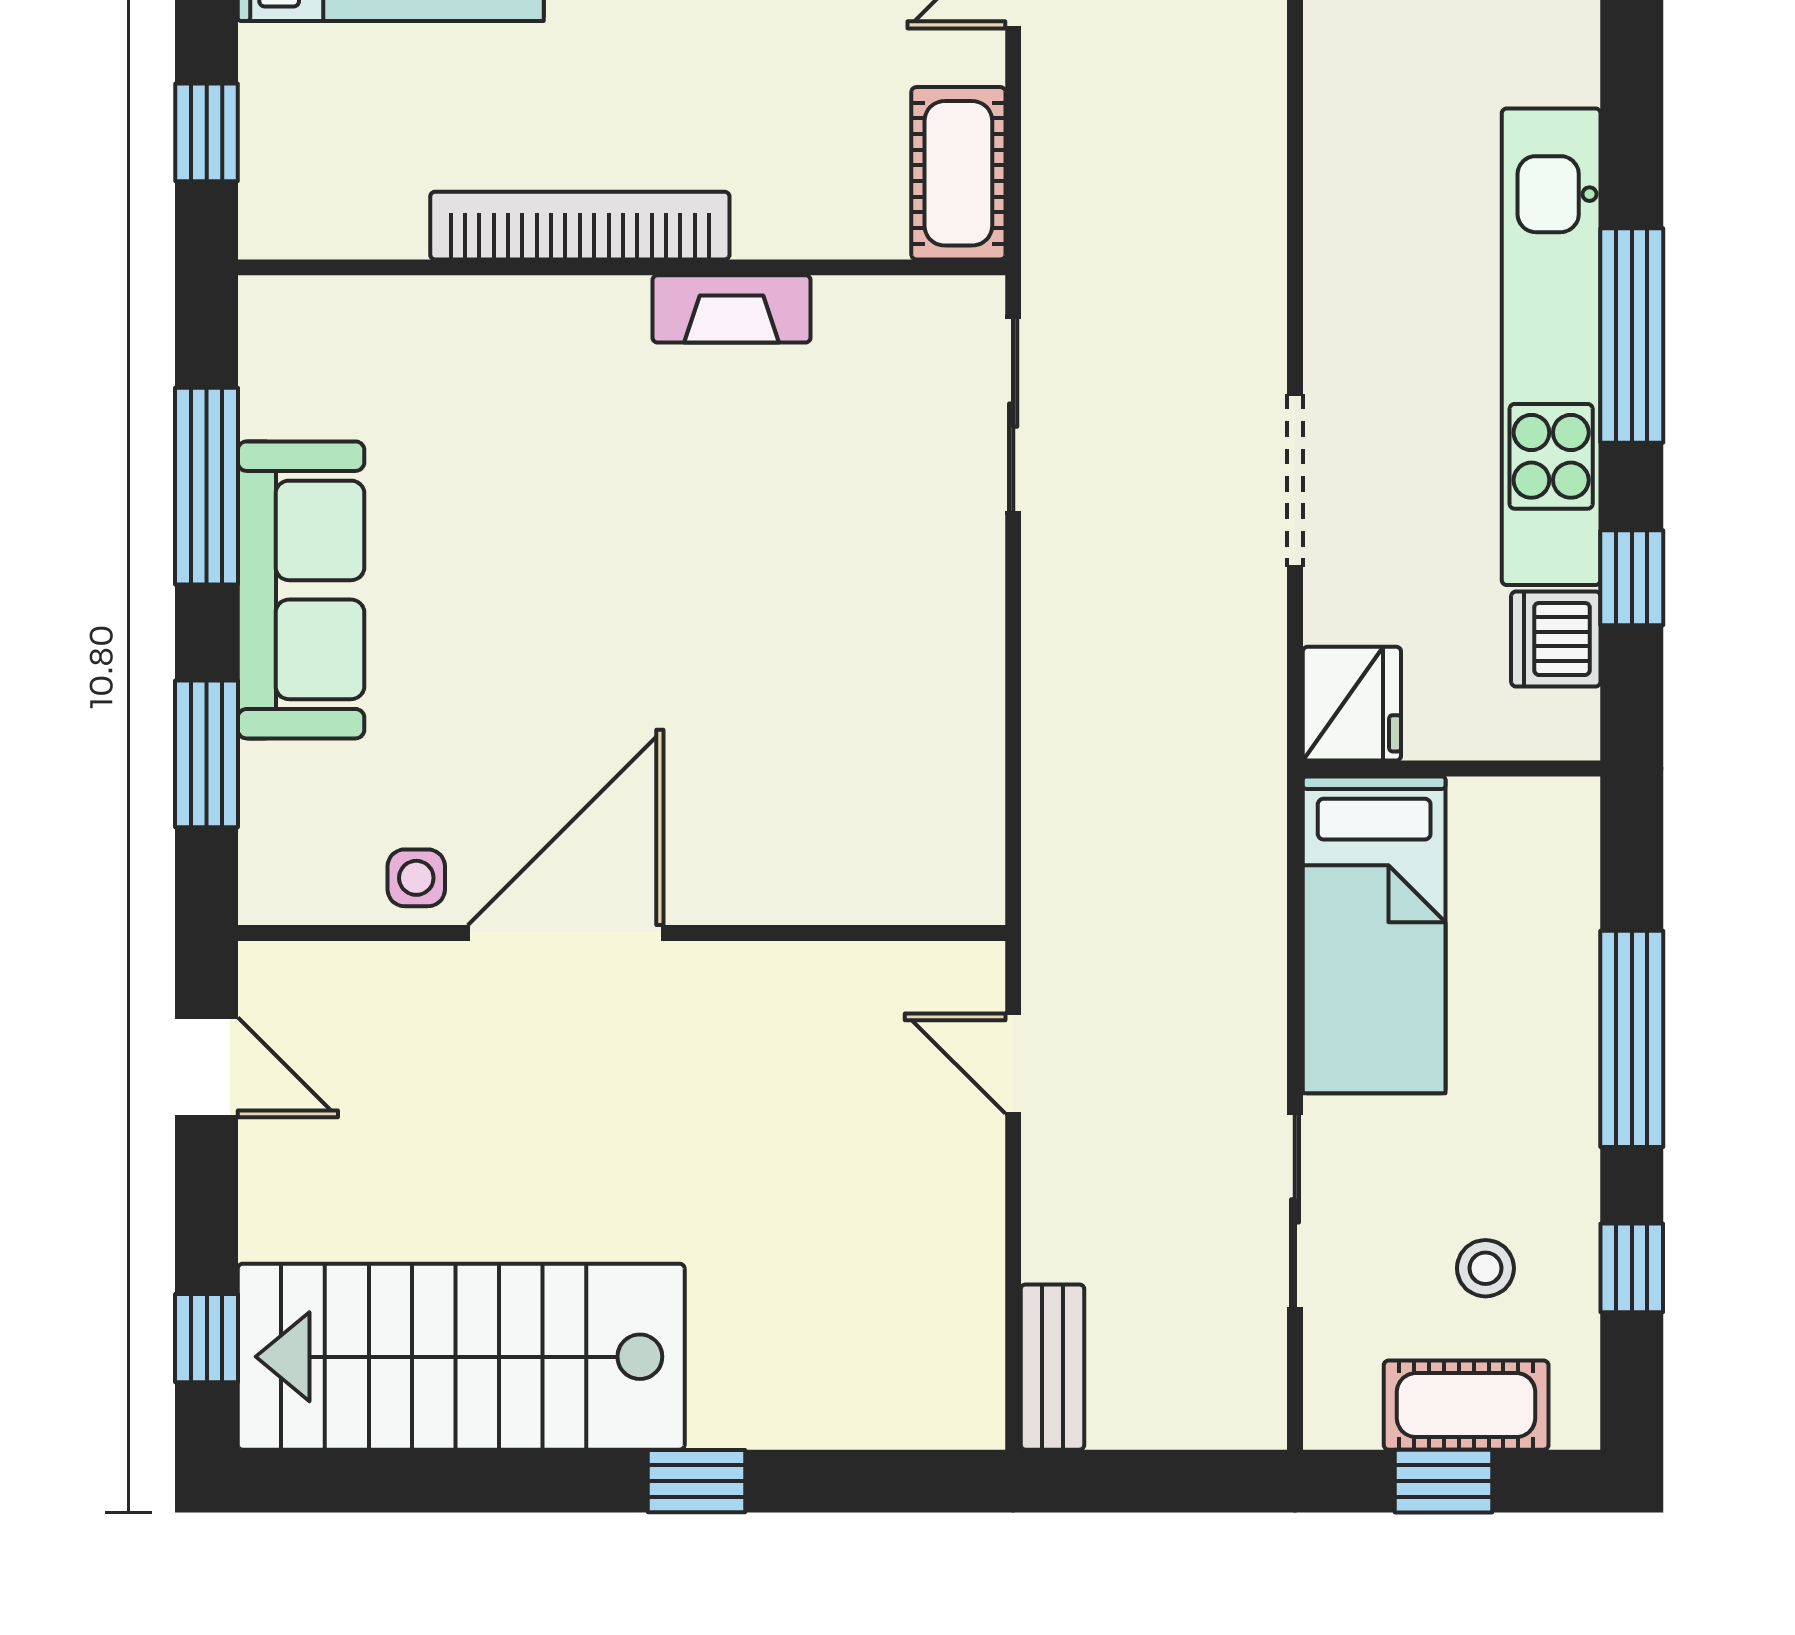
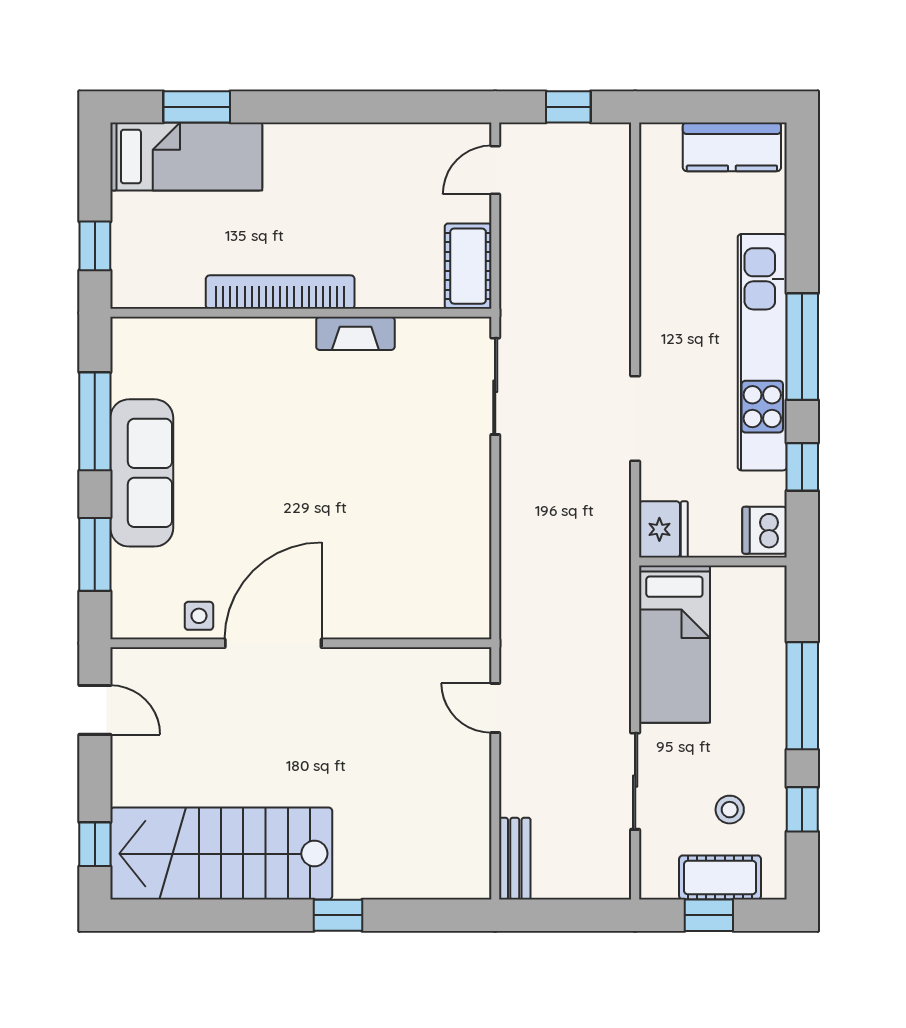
dishwasher: (1556, 639) -> (765, 530), moved

